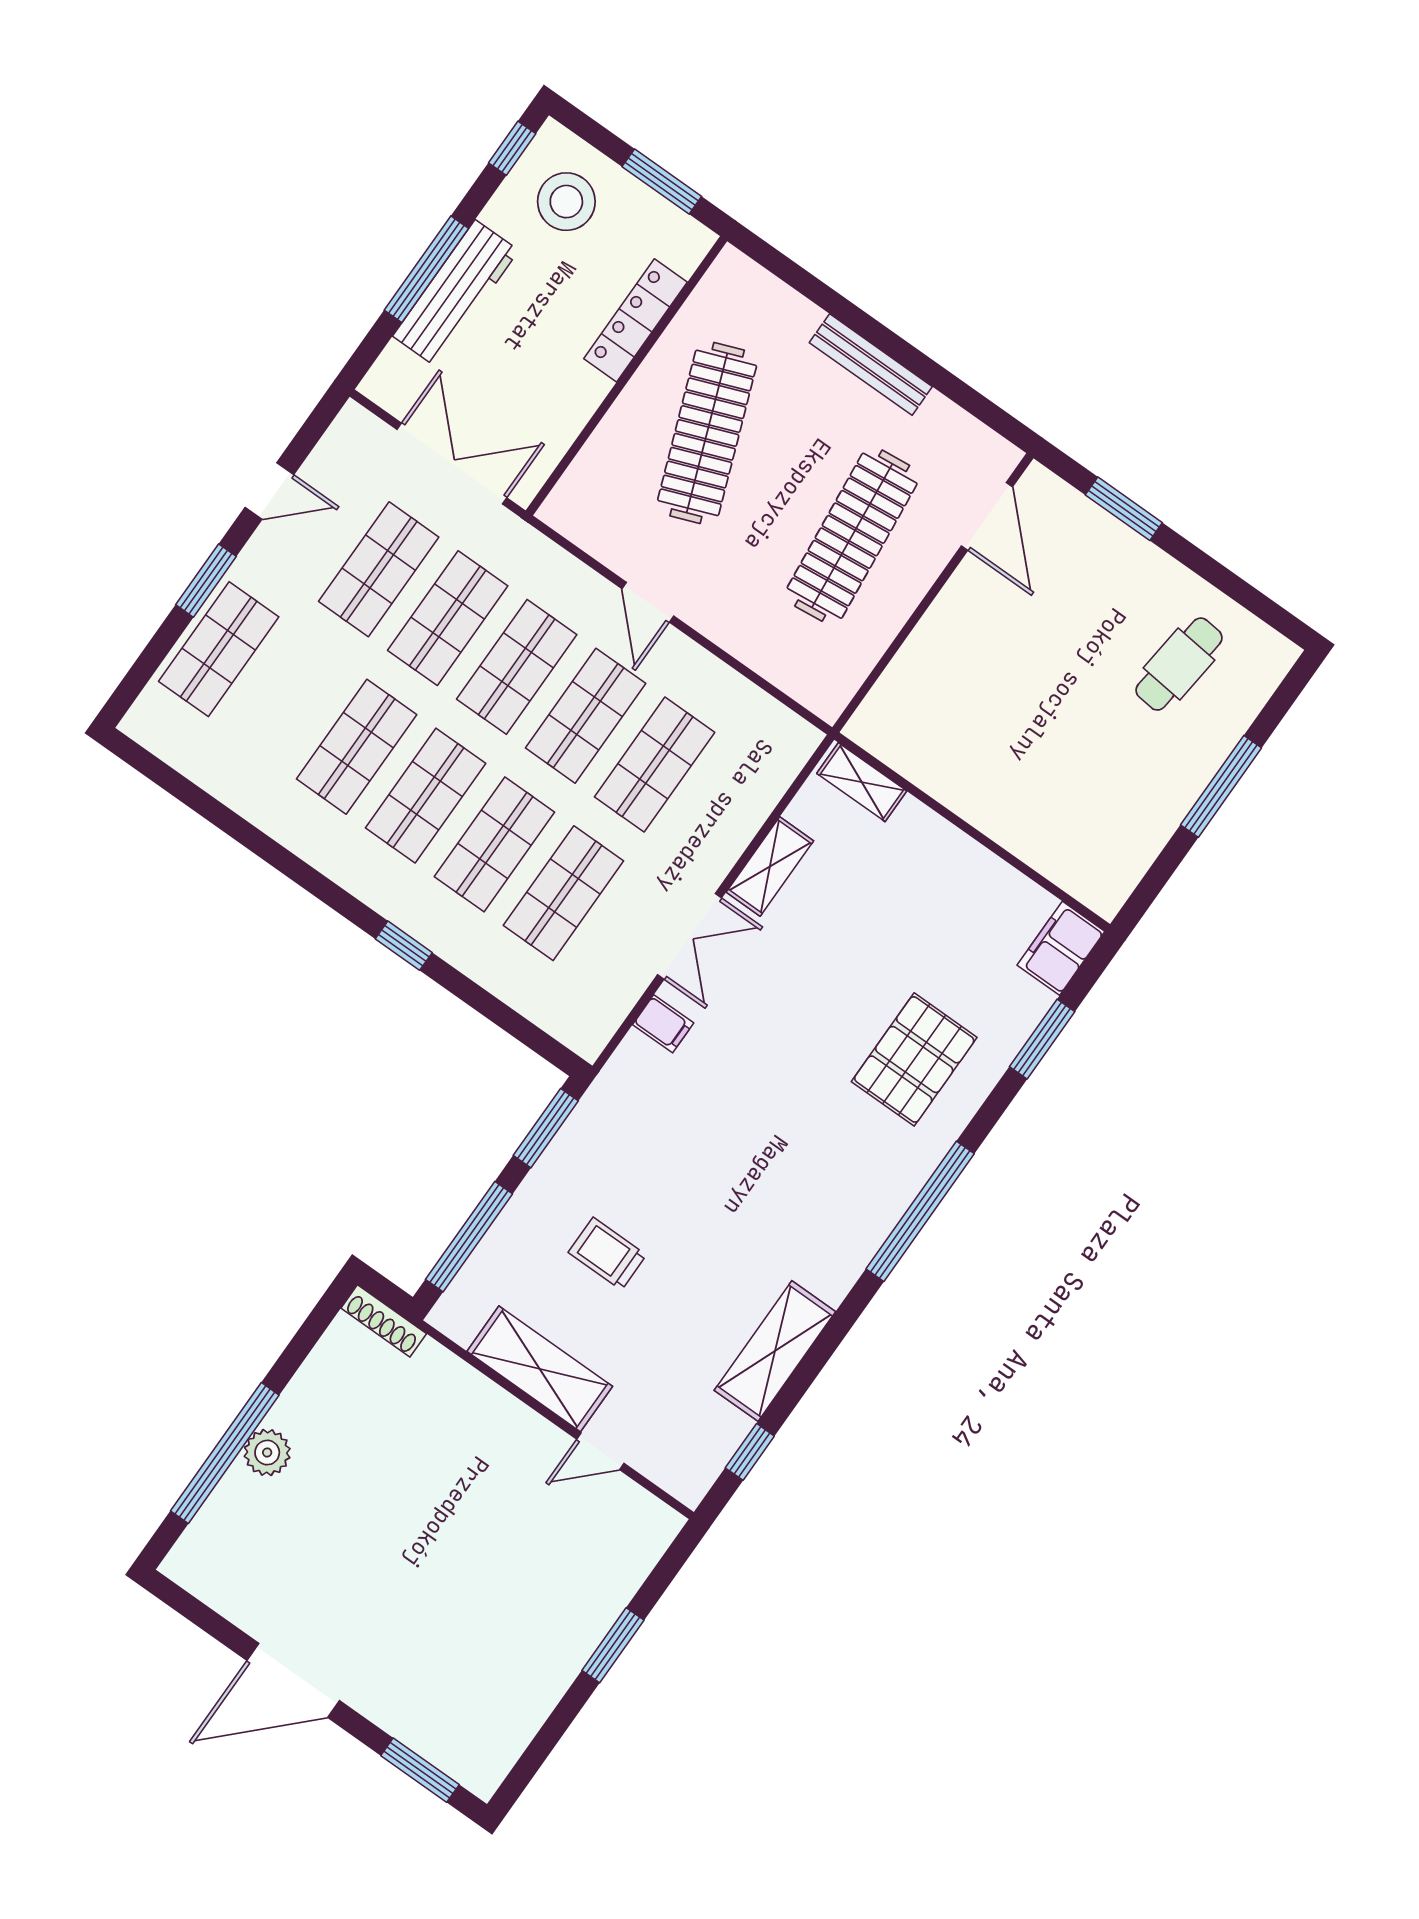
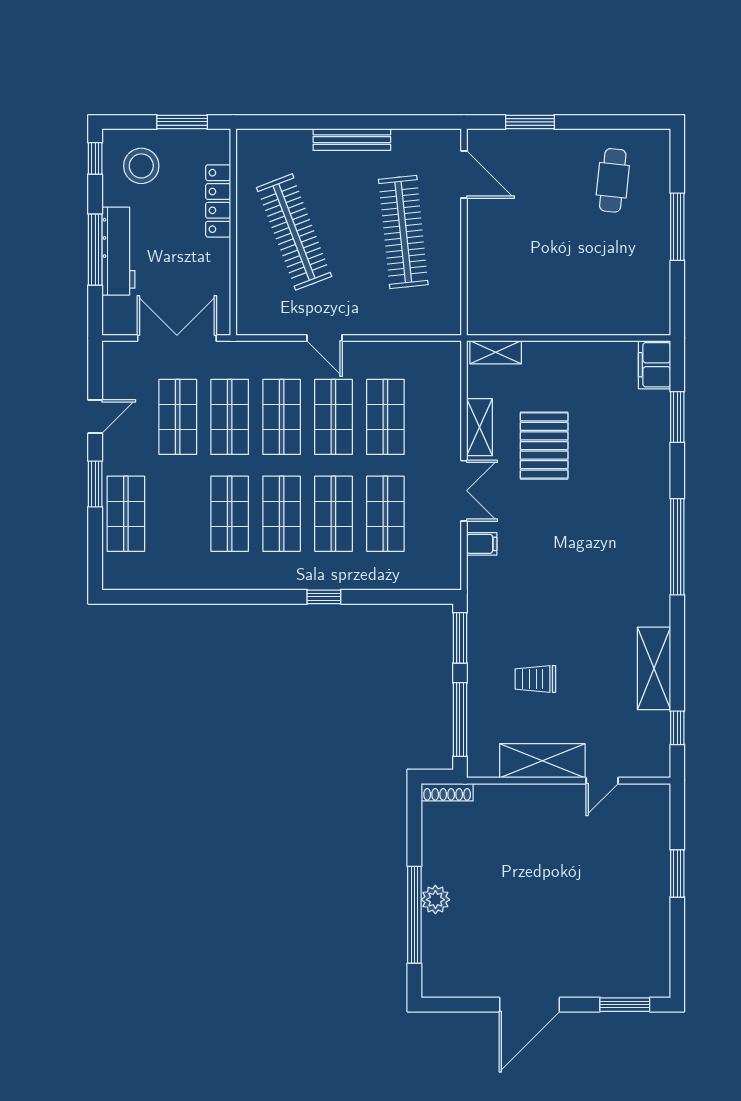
pallet: (914, 1059) -> (544, 446), moved

